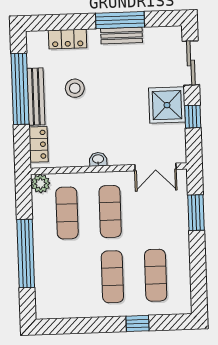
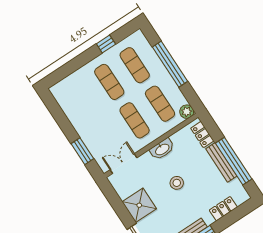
stool: (75, 88) -> (177, 183), moved
window: (193, 117) -> (120, 208), removed
washbasin: (98, 159) -> (162, 149), width x1.91, depth x1.45
exercise mat: (156, 275) -> (135, 65), moved
window: (137, 323) -> (106, 44), moved

